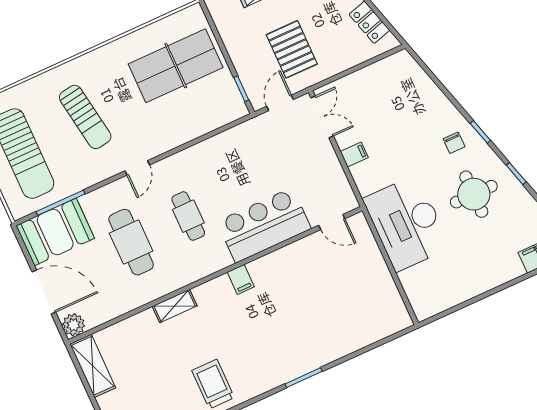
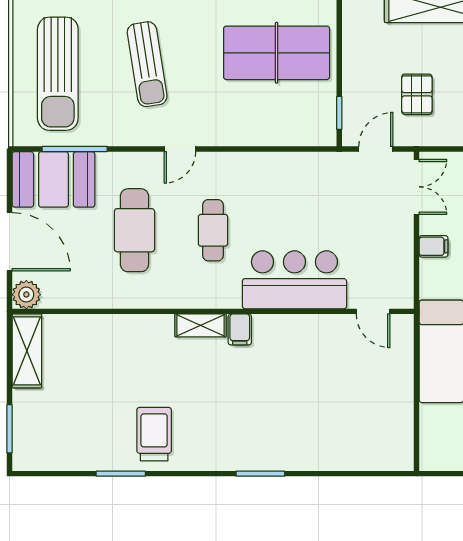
pallet: (292, 49) -> (417, 94), width x0.67, depth x0.71
shelving: (175, 306) -> (200, 325), moved

